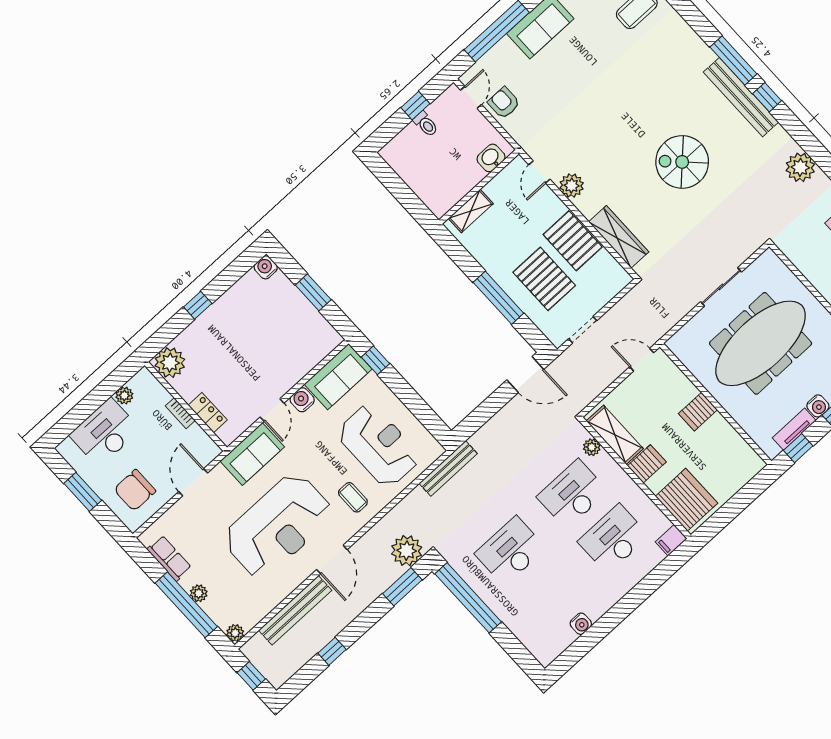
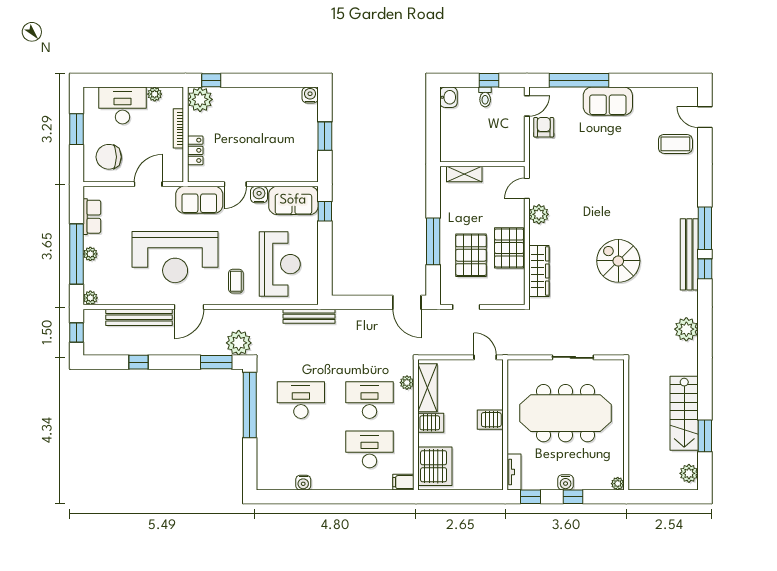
washbasin: (491, 158) -> (449, 97), moved, turned 90
window: (198, 305) -> (211, 80), moved
bookcase: (180, 413) -> (178, 128), width x1.56
tv unit: (794, 429) -> (514, 472), moved, turned 90

